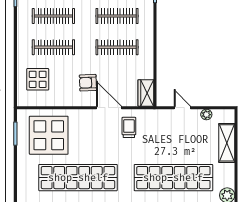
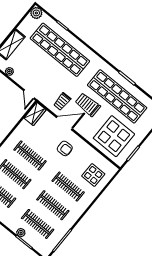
door: (109, 108) -> (64, 123), swing flipped
door: (182, 108) -> (29, 94), moved
trolley: (101, 145) -> (88, 105), added

